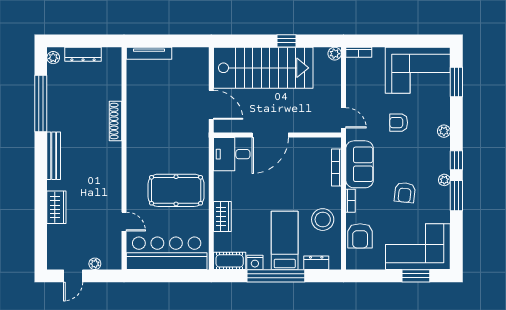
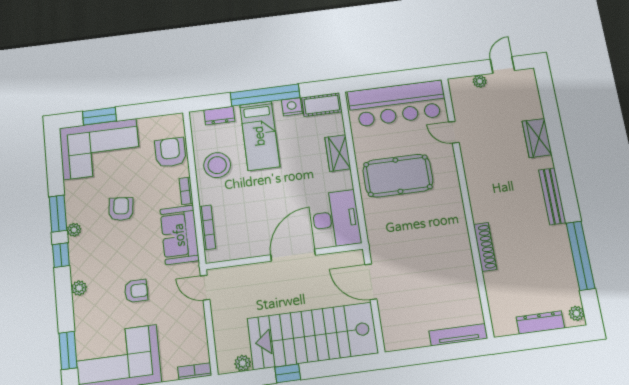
plant: (335, 54) -> (243, 363), moved
desk: (232, 154) -> (336, 219), width x1.37

